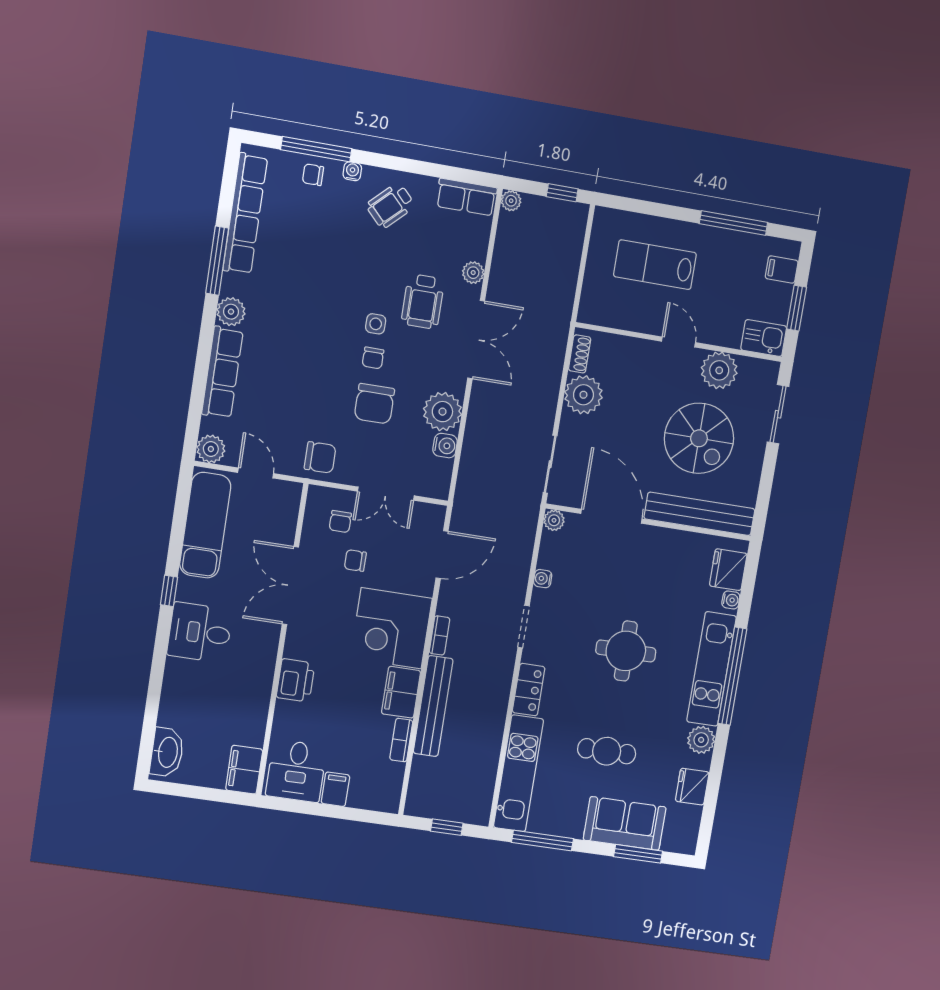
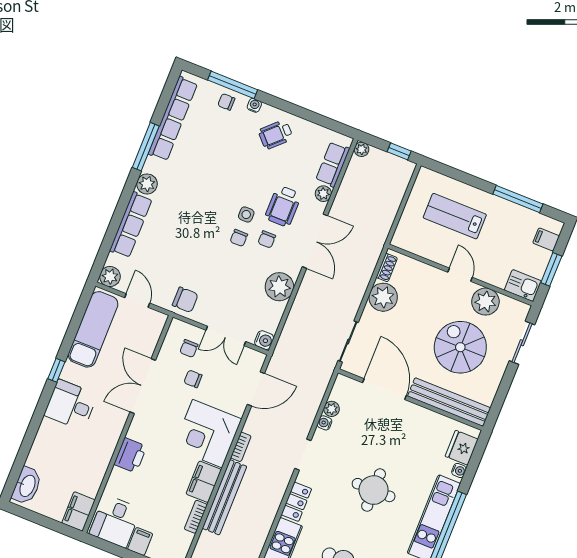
row of seats: (466, 197) -> (333, 164), moved, turned 90
chair: (374, 404) -> (267, 239), moved, width x0.54, depth x0.54
spiral stairs: (699, 438) -> (460, 347), turned 180
water cooler: (445, 446) -> (264, 340), moved
plant: (554, 520) -> (332, 409), moved

